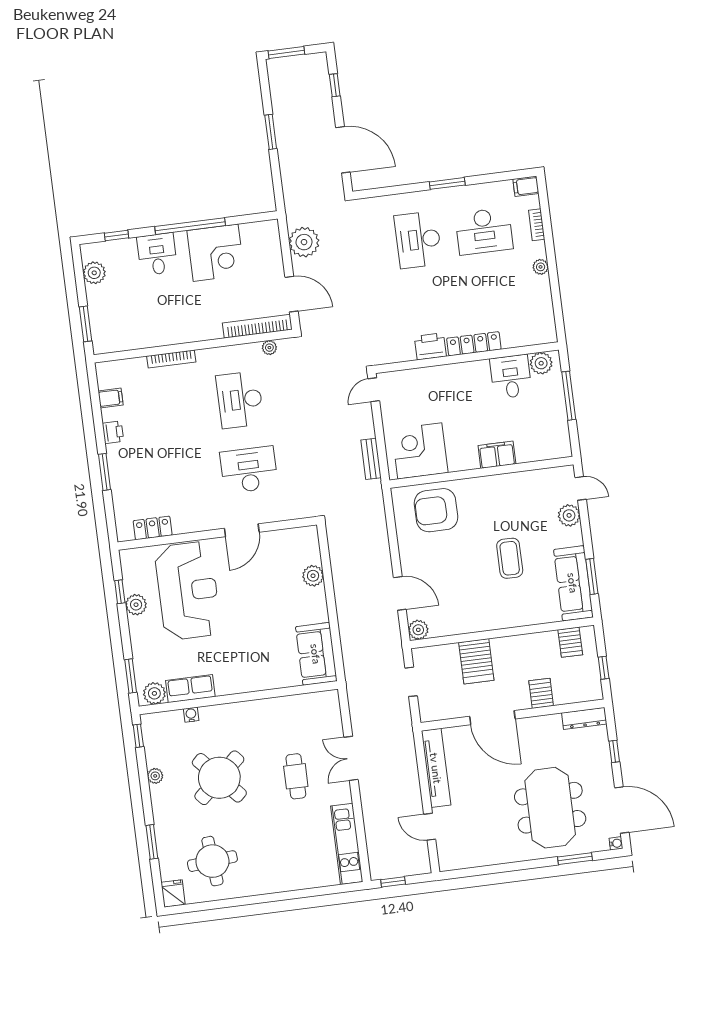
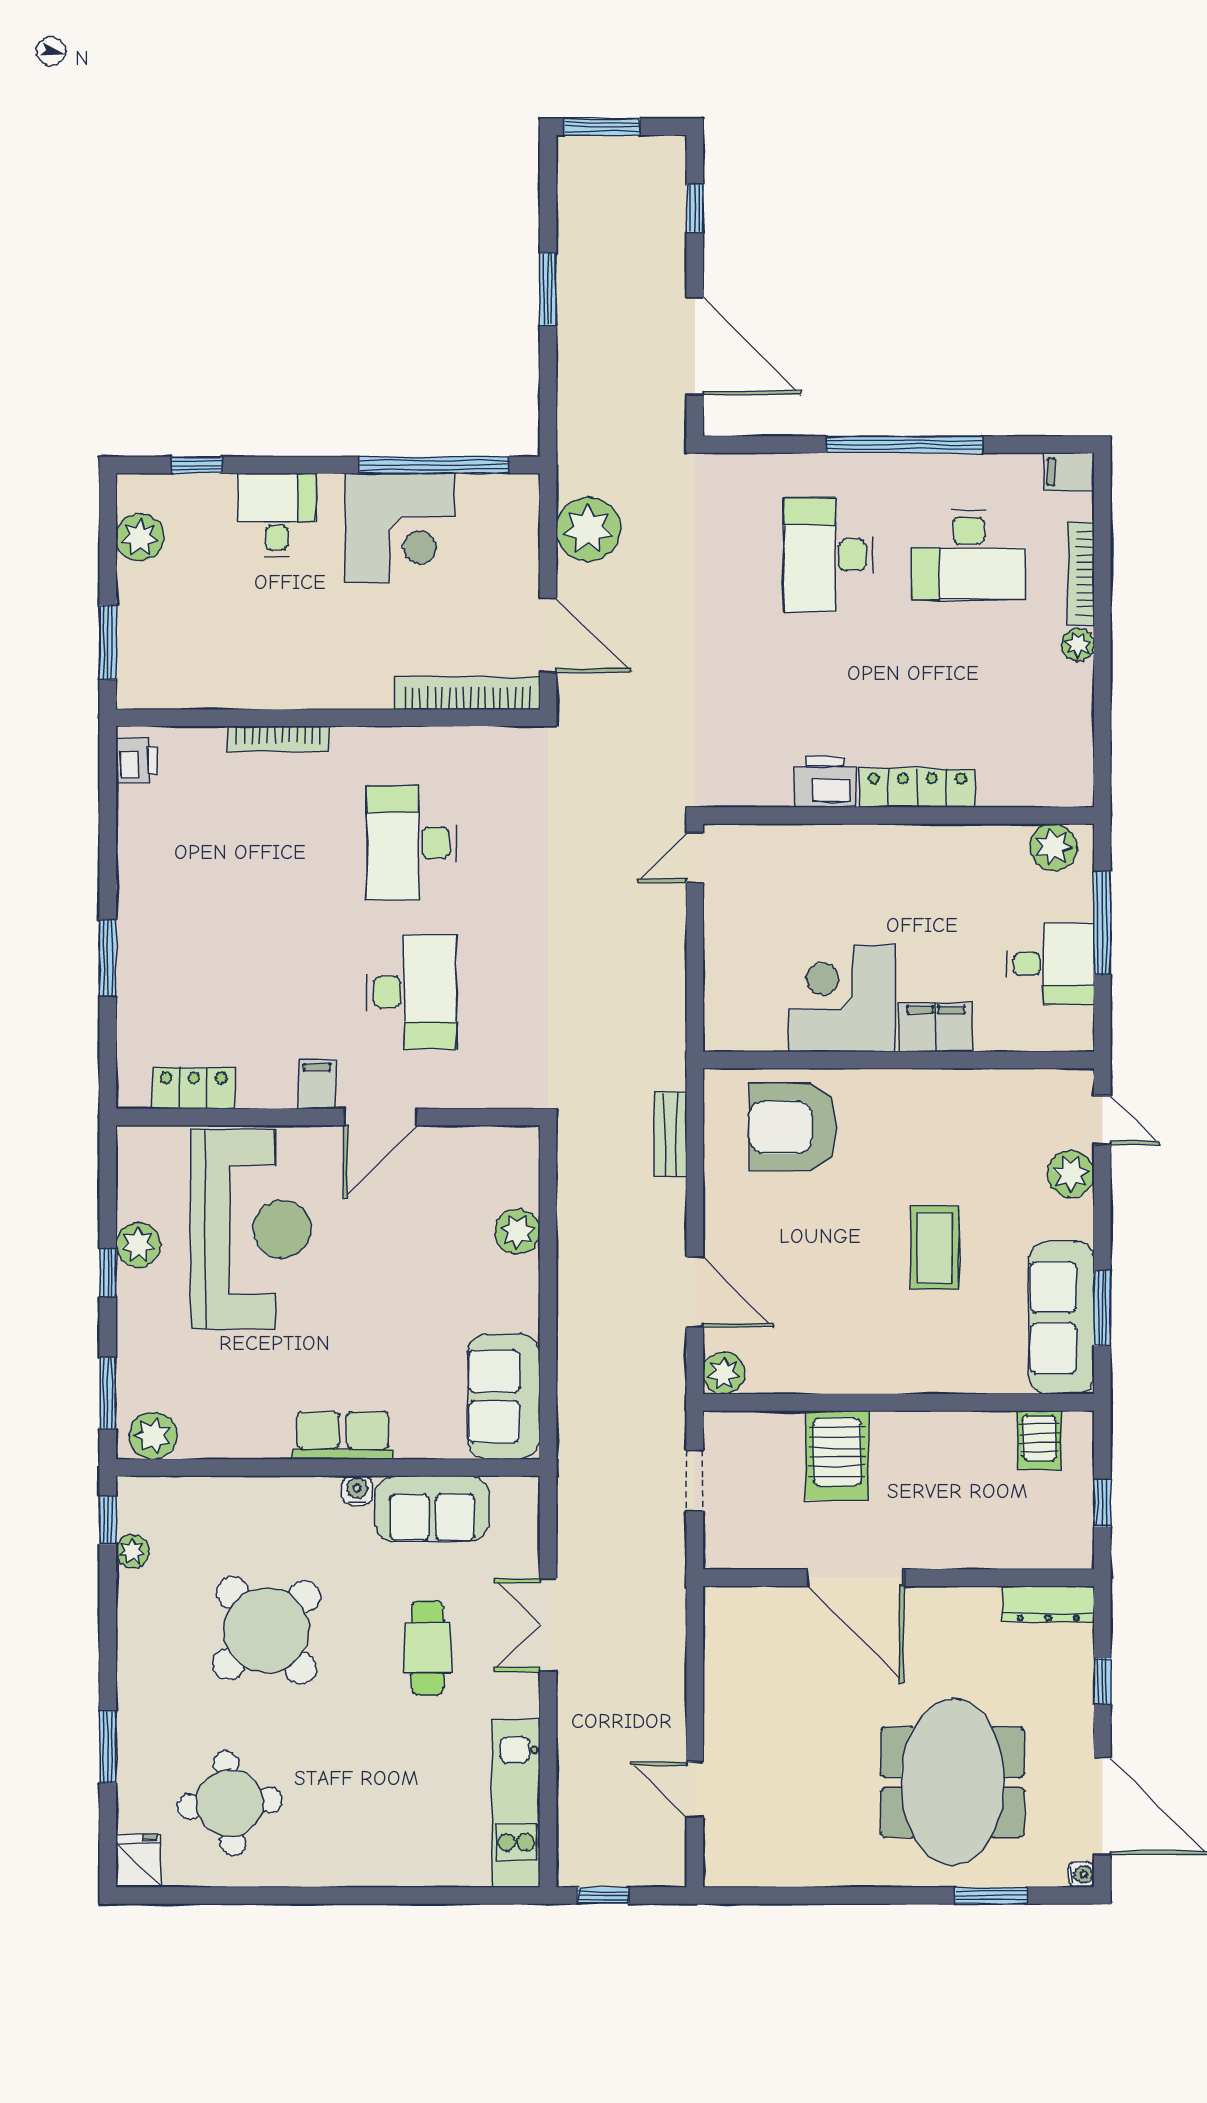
window: (447, 183) -> (904, 445), width x2.11
bookcase: (537, 225) -> (1081, 574), width x1.56
window: (190, 226) -> (434, 465), moved
plant: (269, 348) -> (487, 741), removed
desk: (511, 377) -> (1051, 964), moved, turned 90
filing cabinet: (111, 398) -> (317, 1085), moved, turned -90
printer: (113, 432) -> (136, 761), moved
corner desk: (420, 451) -> (842, 998), moved
bench: (371, 459) -> (670, 1134), moved
desk: (249, 470) -> (411, 992), turned 90
window: (120, 592) -> (108, 1272), moved
row of seats: (190, 689) -> (343, 1436), moved
server rack: (541, 693) -> (964, 1540), removed
sofa: (290, 711) -> (432, 1509), added
water cooler: (191, 715) -> (357, 1490), moved
tv unit: (436, 768) -> (724, 1668), removed
plant: (155, 776) -> (132, 1551), moved

